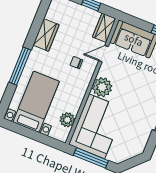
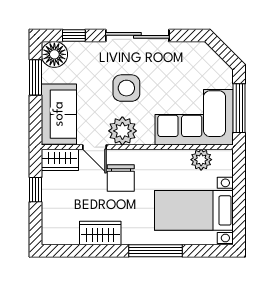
chair: (76, 63) -> (121, 178), width x1.87, depth x1.87
plant: (102, 87) -> (122, 131), moved
side table: (133, 90) -> (126, 88), added

